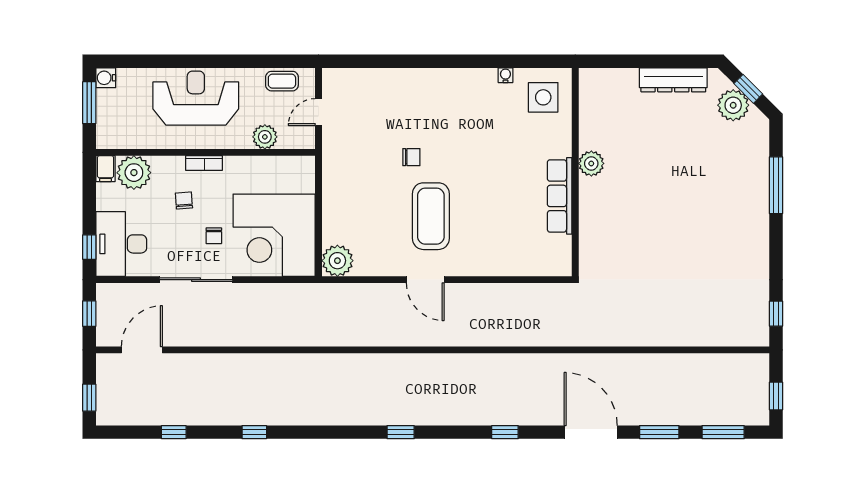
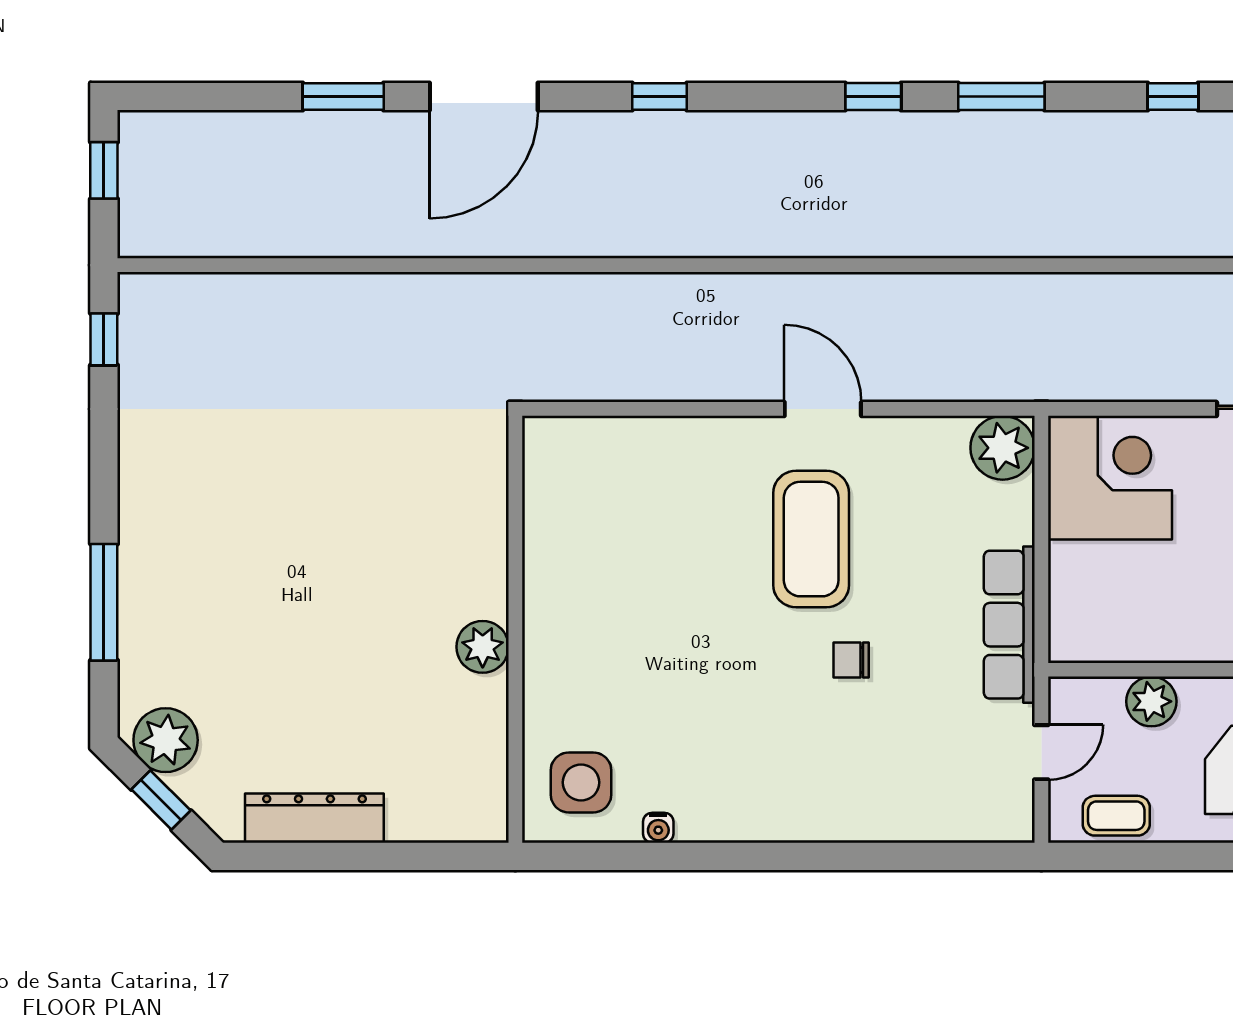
plant: (733, 105) -> (166, 740), moved
row of seats: (560, 196) -> (1009, 625), moved, turned 180
corner desk: (274, 235) -> (1110, 478), width x0.74, depth x0.74
door: (591, 432) -> (484, 97), hinge flipped
window: (723, 432) -> (1001, 97), moved

